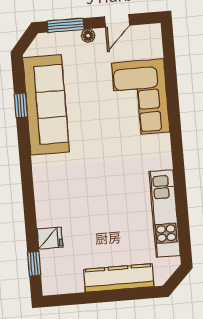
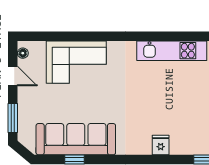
floor lamp: (88, 36) -> (23, 53), moved
fridge: (50, 238) -> (161, 145), moved

